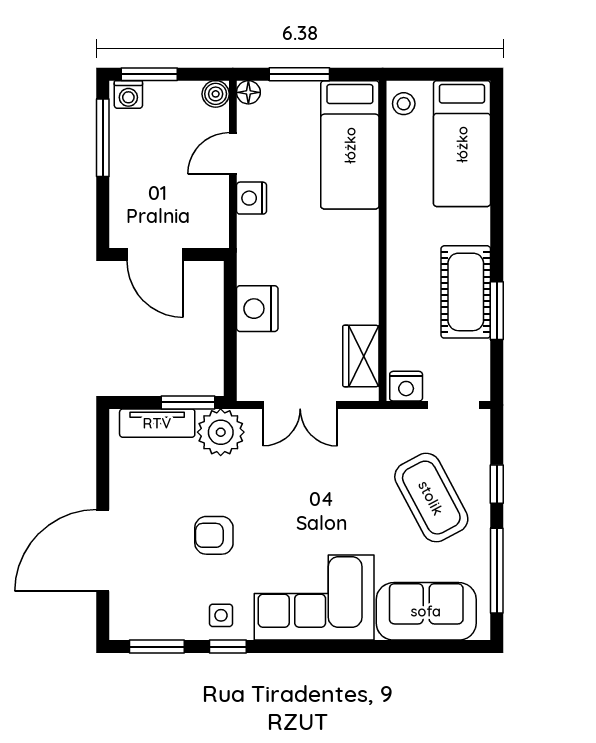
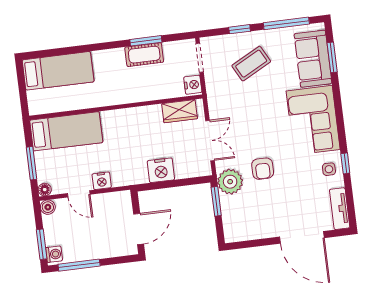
stool: (404, 104) -> (40, 105), removed
cot: (466, 292) -> (144, 55), width x0.73, depth x0.75
tv unit: (157, 423) -> (340, 209), moved, turned 180
coffee table: (431, 498) -> (251, 64), width x0.73, depth x0.76
armchair: (214, 535) -> (263, 169), moved
window: (157, 647) -> (332, 57), moved

